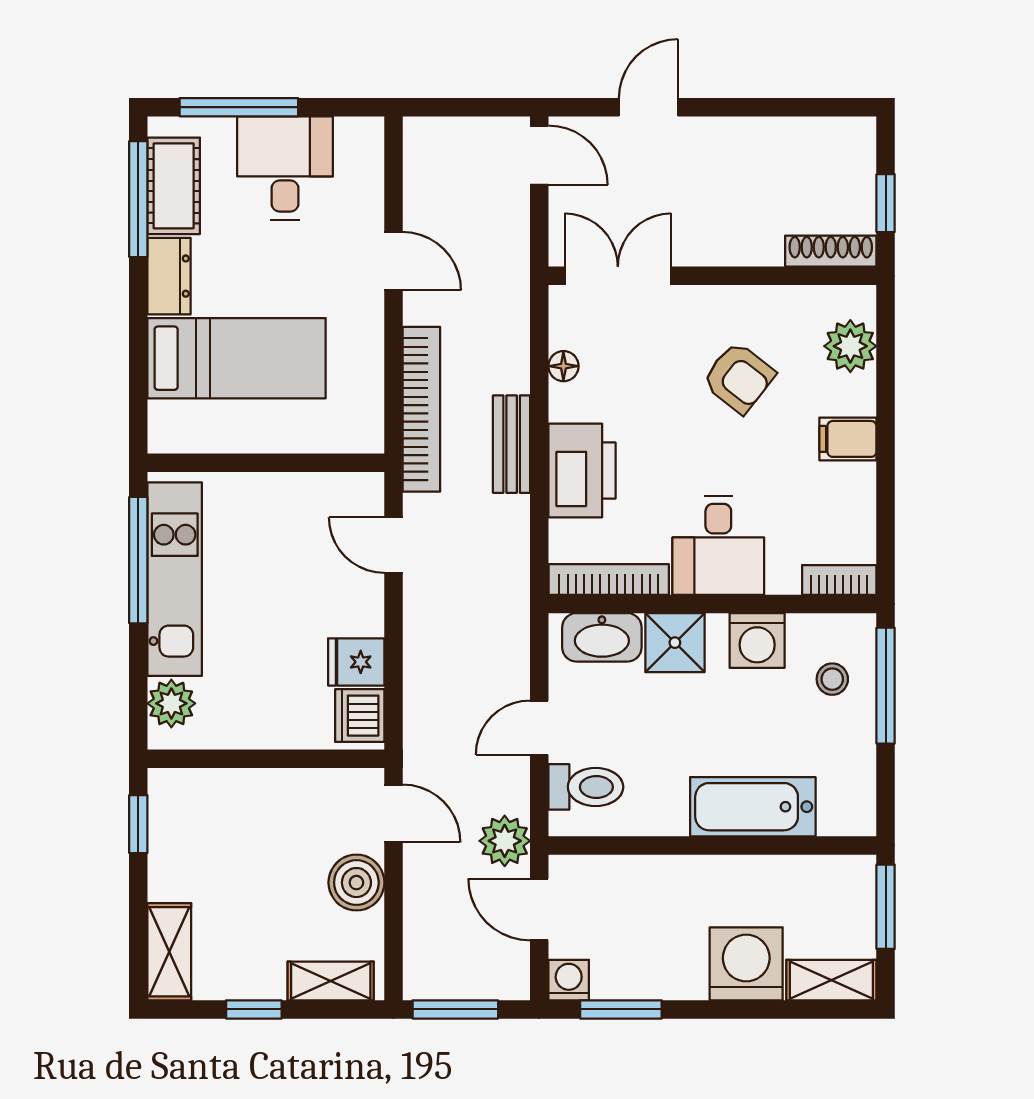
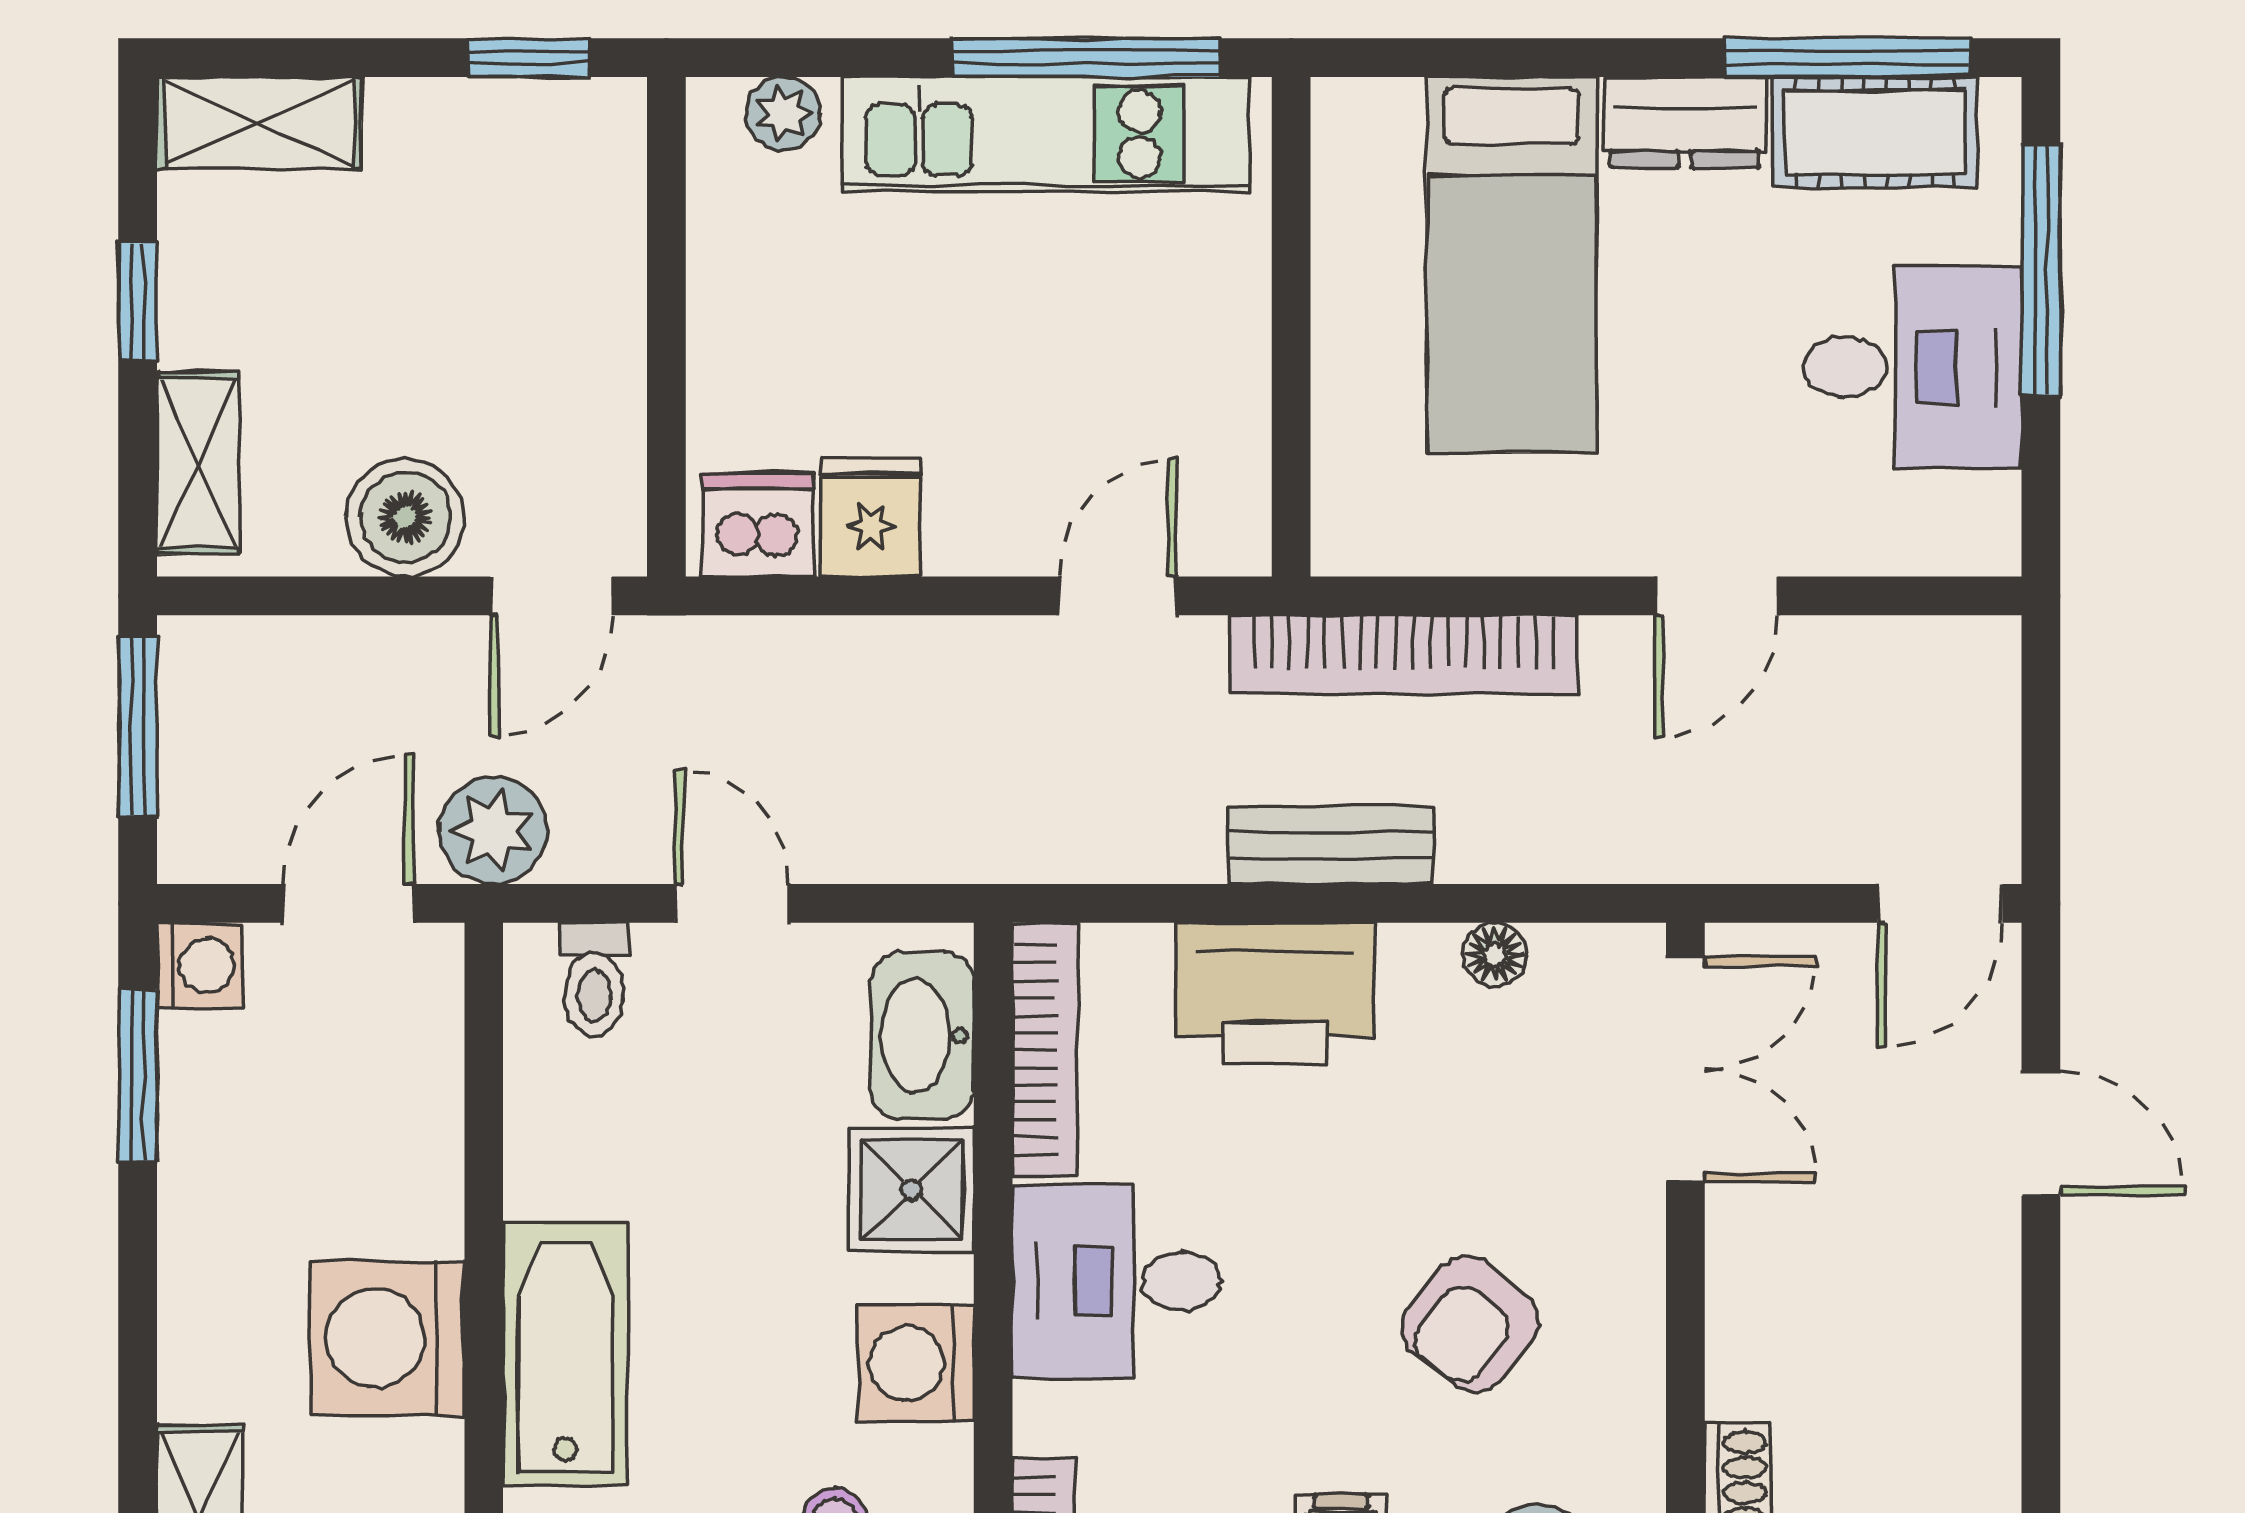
plant: (171, 703) -> (783, 114), width x0.73, depth x0.73
toilet: (586, 787) -> (594, 980), width x0.73, depth x0.72
washing machine: (746, 964) -> (388, 1338), moved, turned 180

